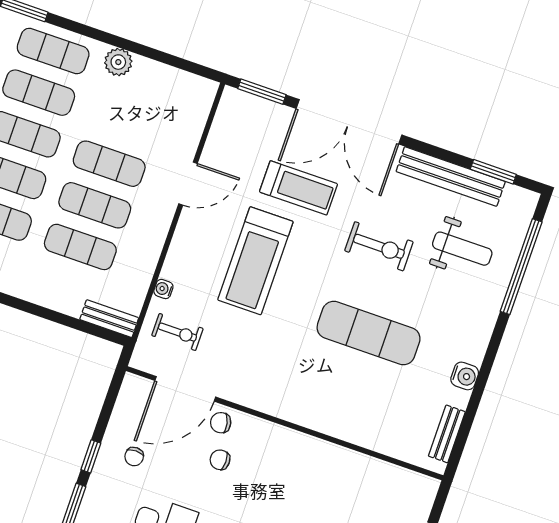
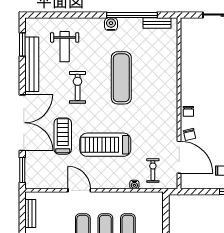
weight bench: (462, 249) -> (65, 47), turned 180
treadmill: (255, 261) -> (105, 145), turned 180
window: (521, 267) -> (132, 15), moved
bench: (109, 319) -> (30, 213), moved
water cooler: (465, 376) -> (111, 24), moved
chair: (220, 460) -> (188, 111), moved

